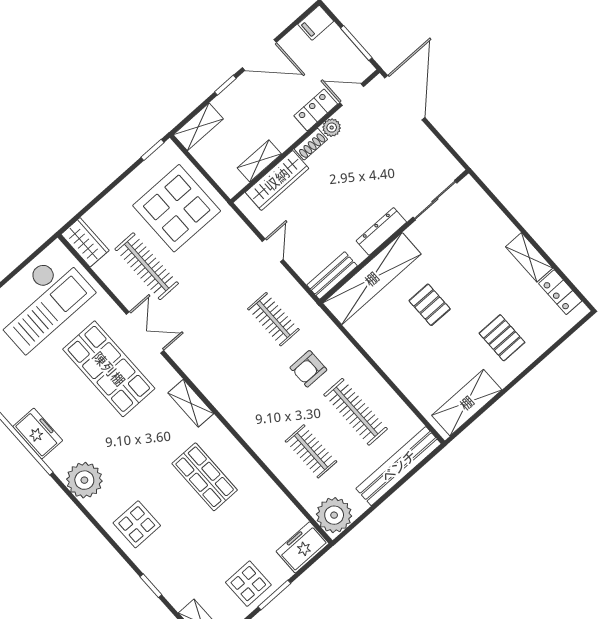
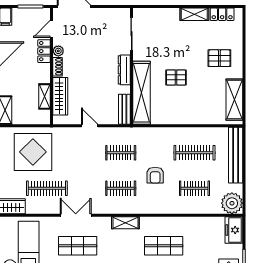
clothes rail: (229, 359) -> (121, 188), added
shop shelf: (109, 369) -> (78, 246), width x0.70, depth x0.74
armchair: (308, 369) -> (155, 175), moved

